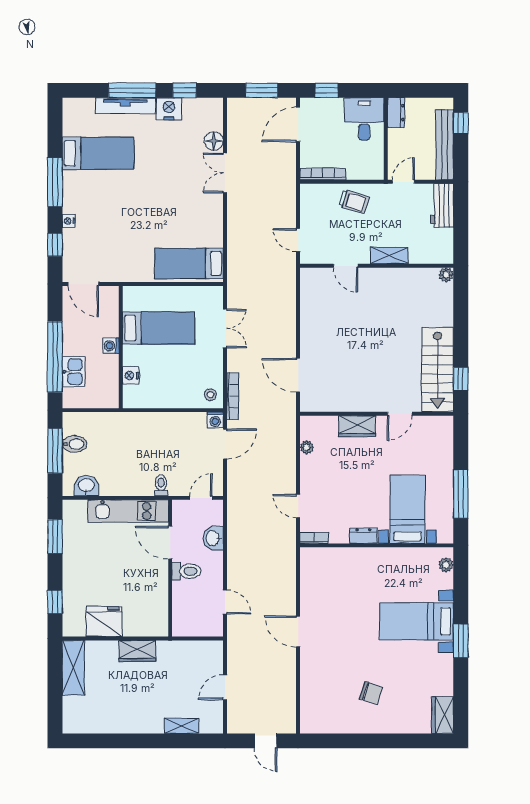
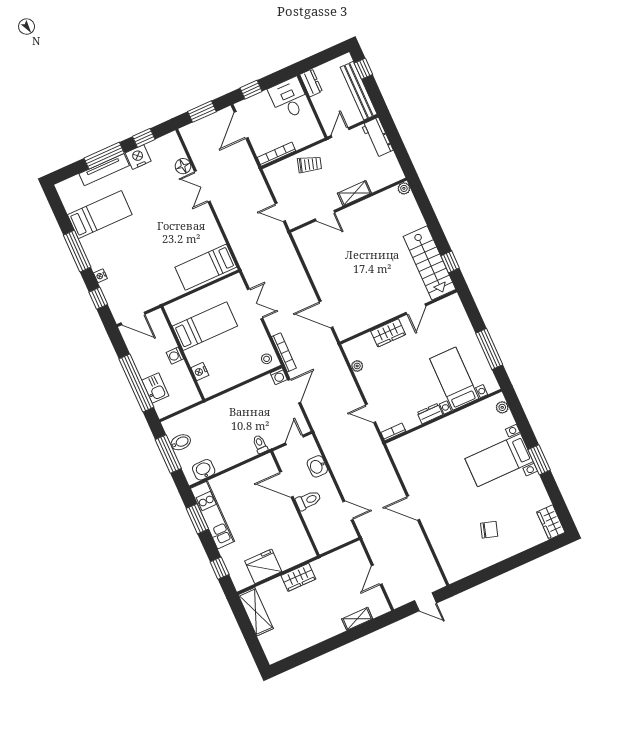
kitchen unit: (128, 511) -> (213, 515), moved, turned -90

